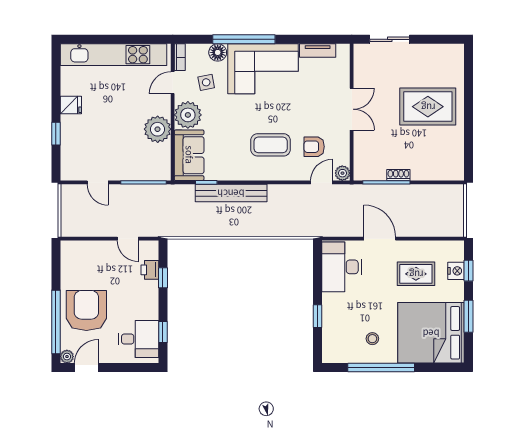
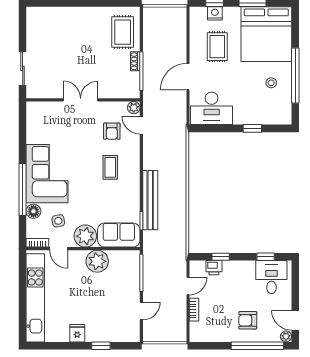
tv unit: (318, 51) -> (32, 128), removed
rug: (428, 107) -> (123, 32), moved, width x0.73, depth x0.70
coffee table: (271, 145) -> (110, 167), width x0.73, depth x0.77
bookcase: (99, 246) -> (194, 310), added
armchair: (86, 310) -> (248, 320), width x0.53, depth x0.53

